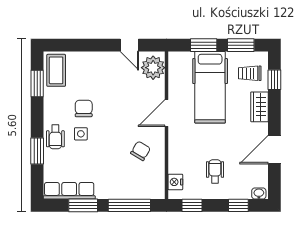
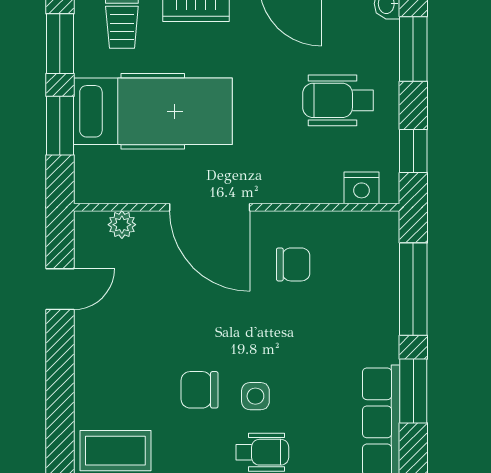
plant: (153, 68) -> (122, 225), width x0.53, depth x0.53
door: (167, 113) -> (210, 207), width x1.36
chair: (141, 151) -> (293, 264), turned 149
wheelchair: (215, 171) -> (338, 100), width x1.36, depth x1.37
window: (238, 205) -> (413, 49), width x1.50

